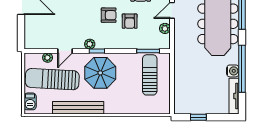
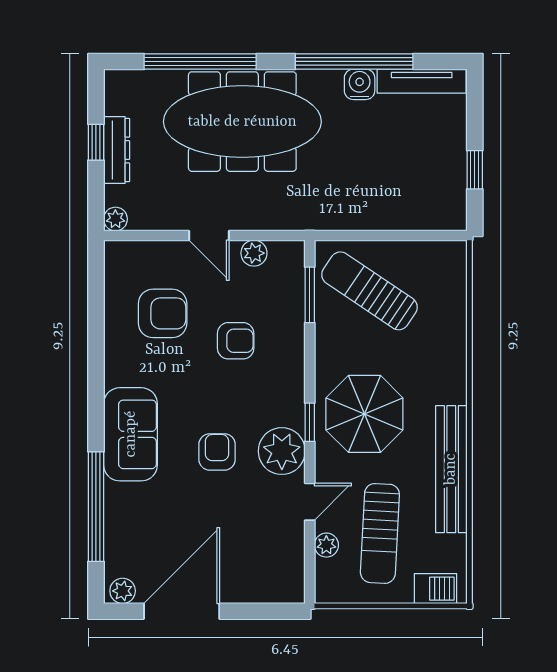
armchair: (109, 15) -> (217, 452), moved
plant: (90, 44) -> (282, 451), width x1.87, depth x1.87
door: (65, 51) -> (310, 502), hinge flipped
sun lounger: (150, 75) -> (370, 291), turned 34
sun lounger: (52, 79) -> (380, 533), width x0.73, depth x0.75

